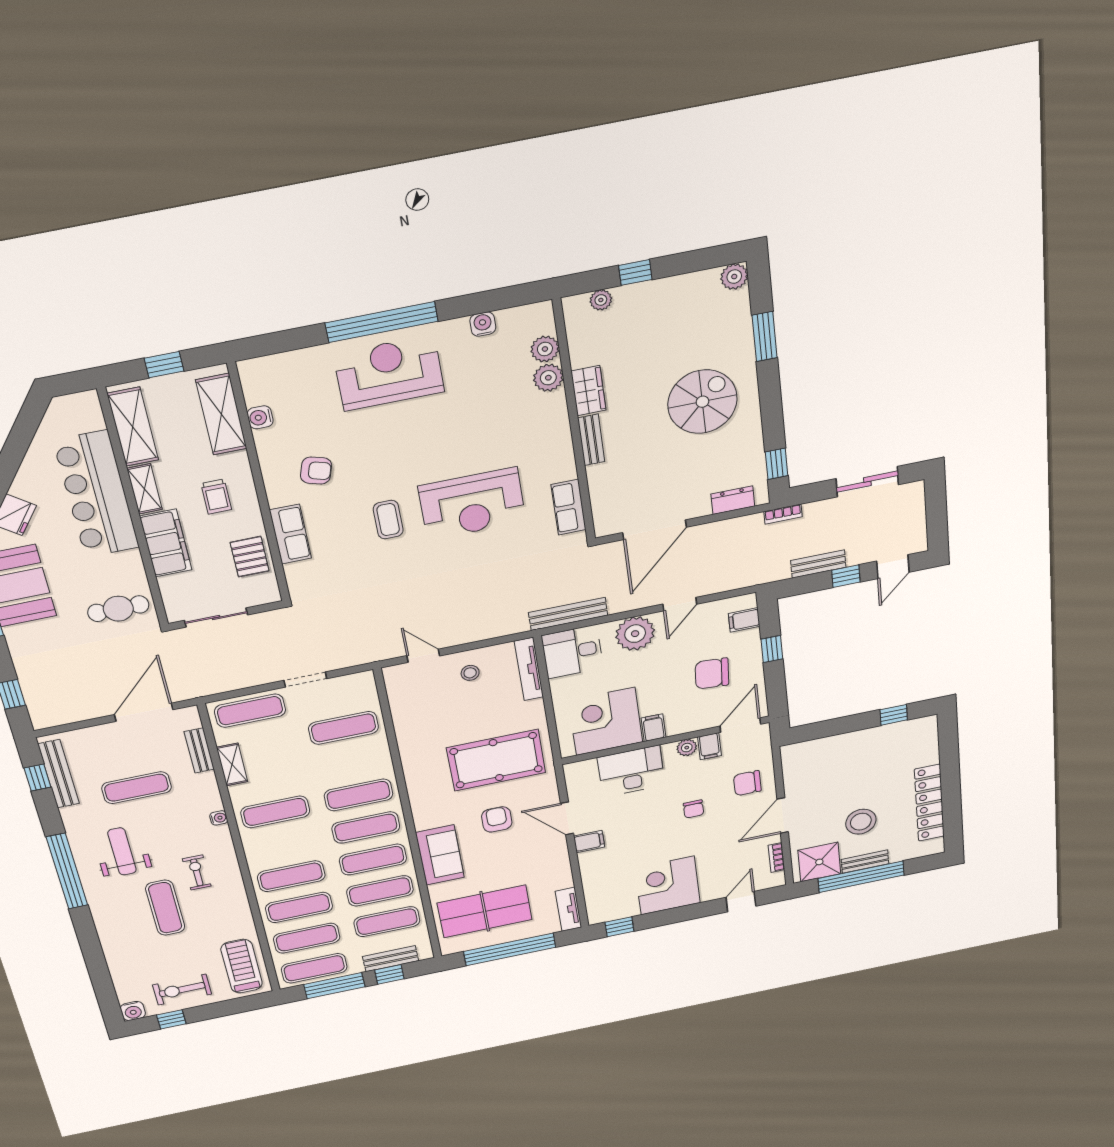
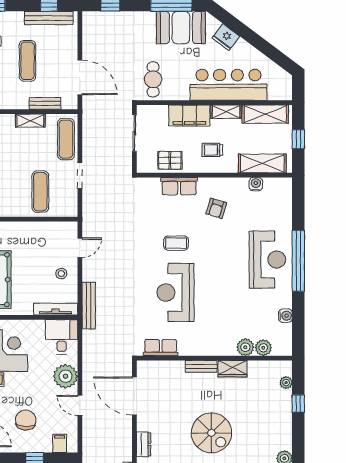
bench: (568, 614) -> (89, 306), moved

